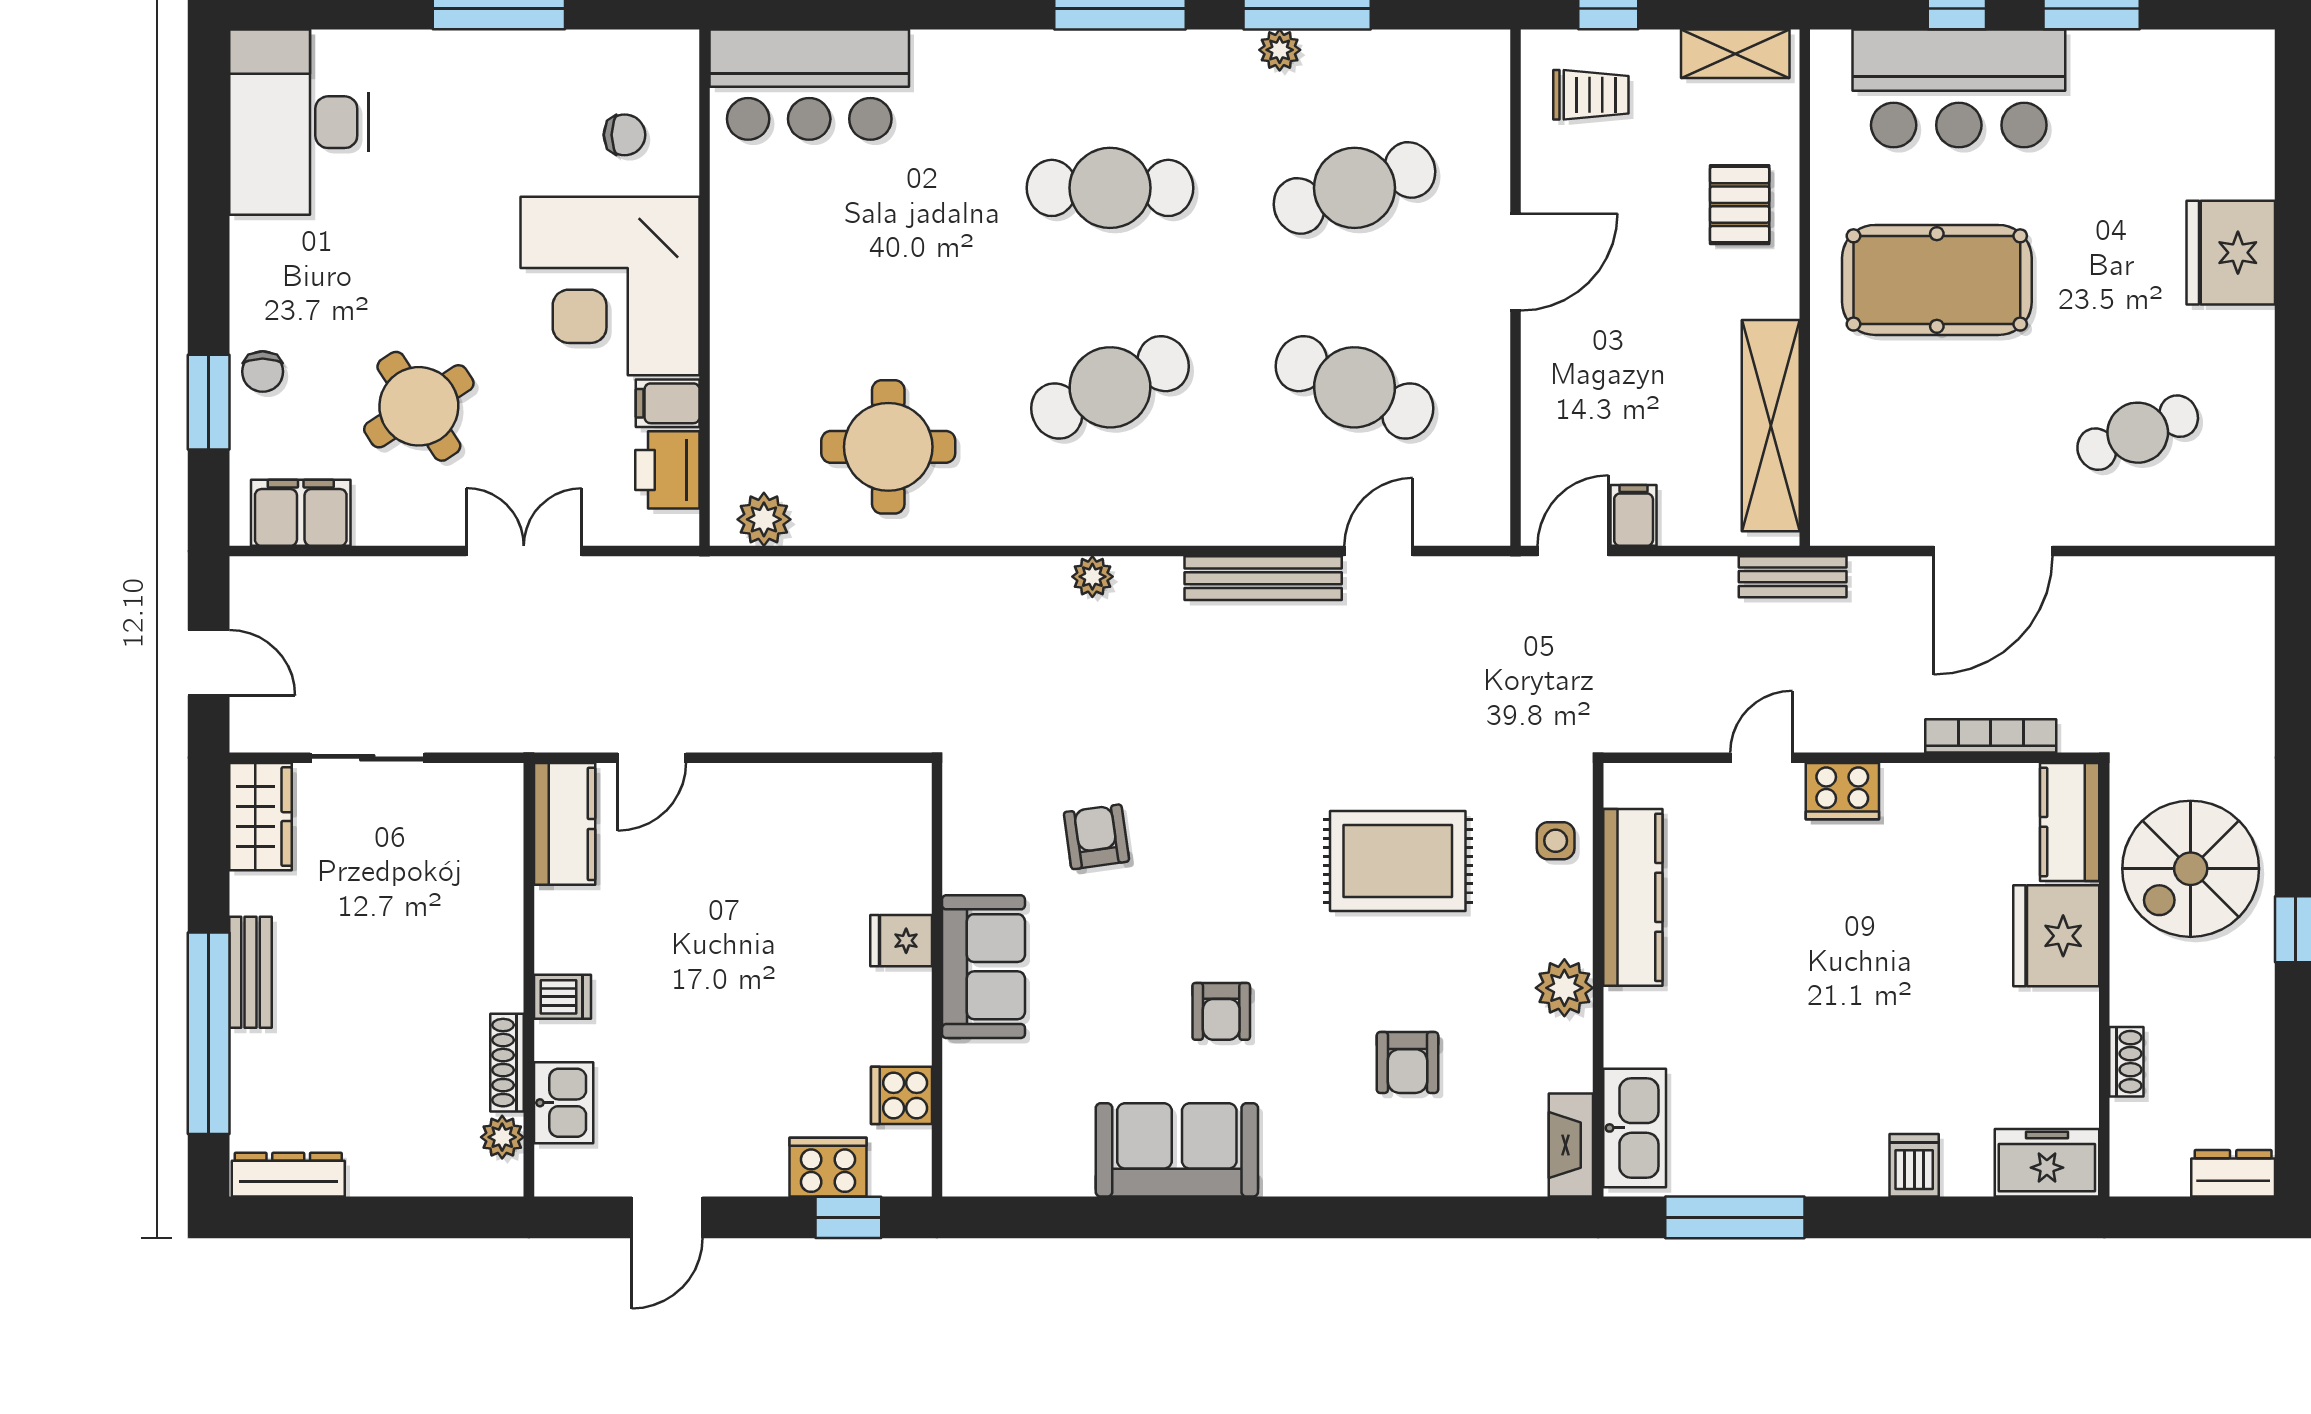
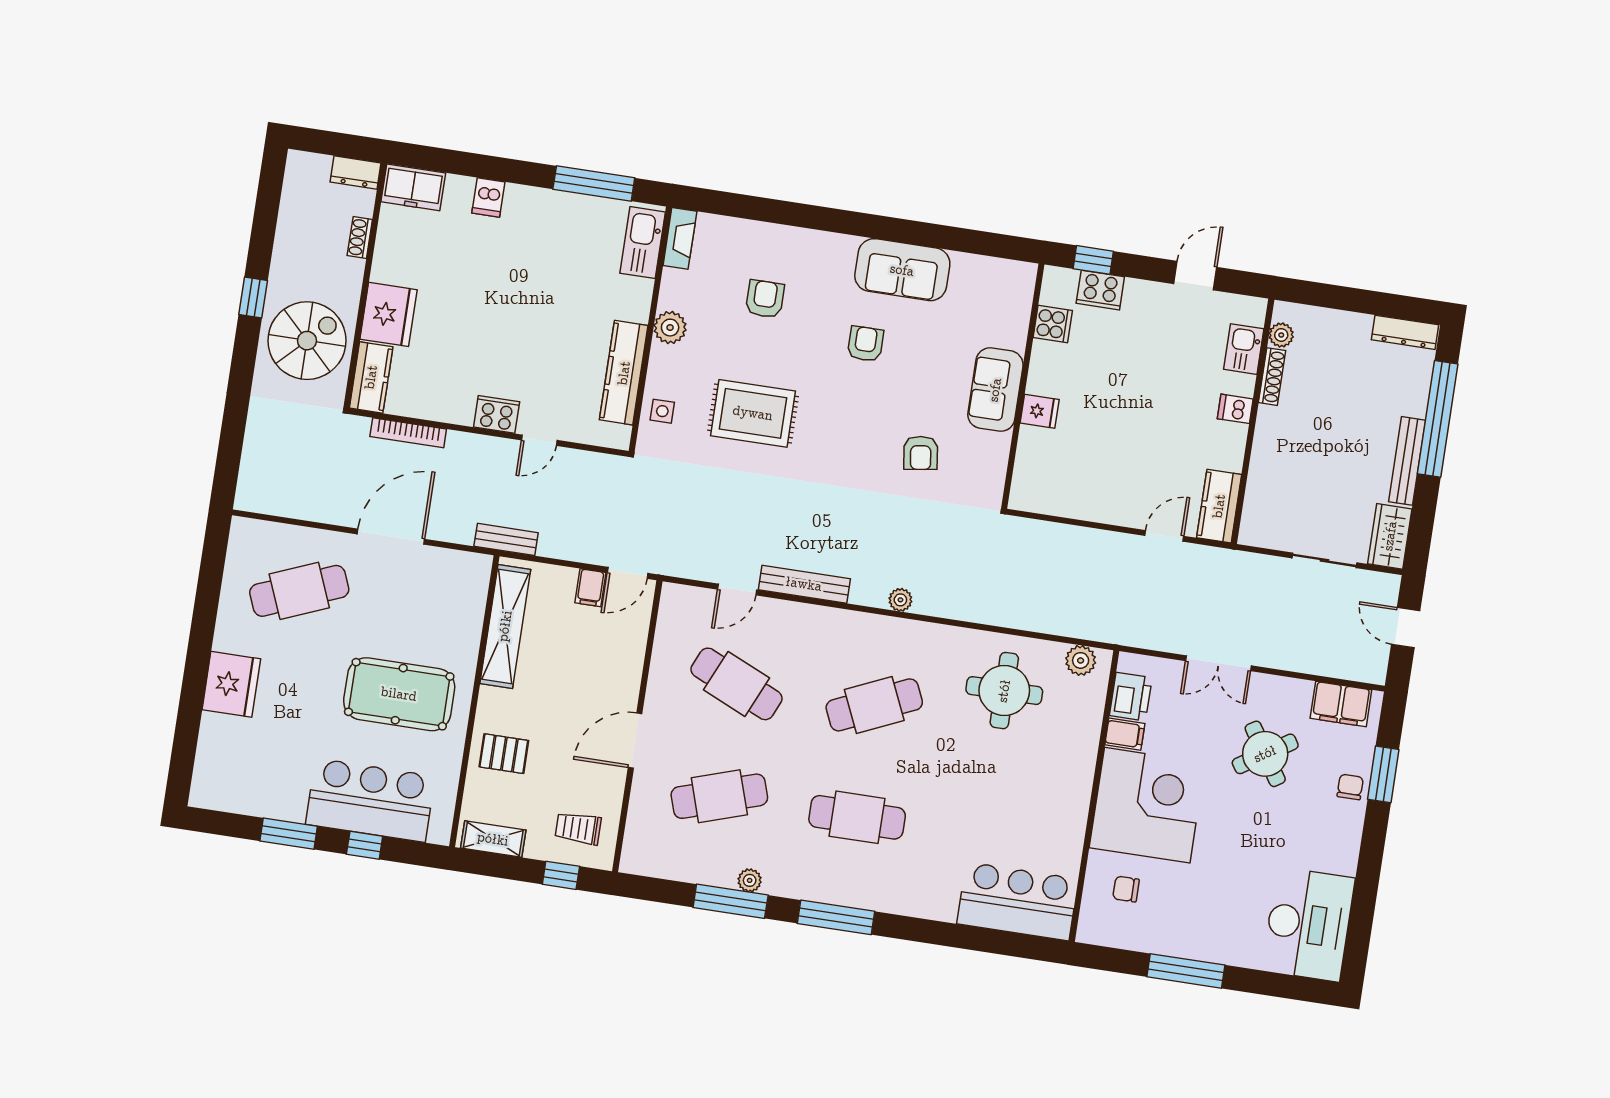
pallet: (1740, 205) -> (504, 754), turned 90
cafe table: (2138, 433) -> (299, 591), width x1.37, depth x1.35
bench: (251, 972) -> (1407, 461), width x1.36
dresser: (2233, 1173) -> (356, 172), moved

